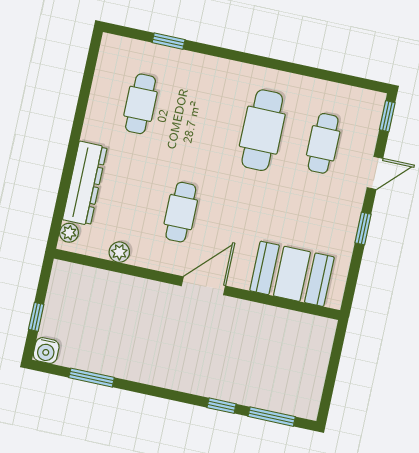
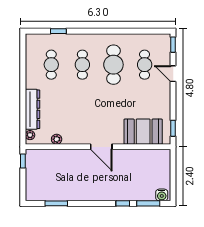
door: (375, 173) -> (173, 74), swing flipped
cafe table: (181, 212) -> (82, 65), moved
window: (363, 228) -> (173, 128), moved
door: (203, 286) -> (101, 147), swing flipped
window: (36, 317) -> (23, 161), moved
water cooler: (46, 351) -> (162, 195), moved

